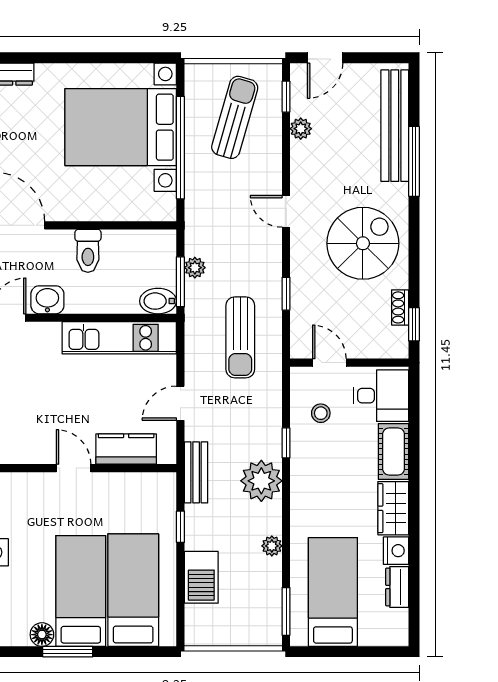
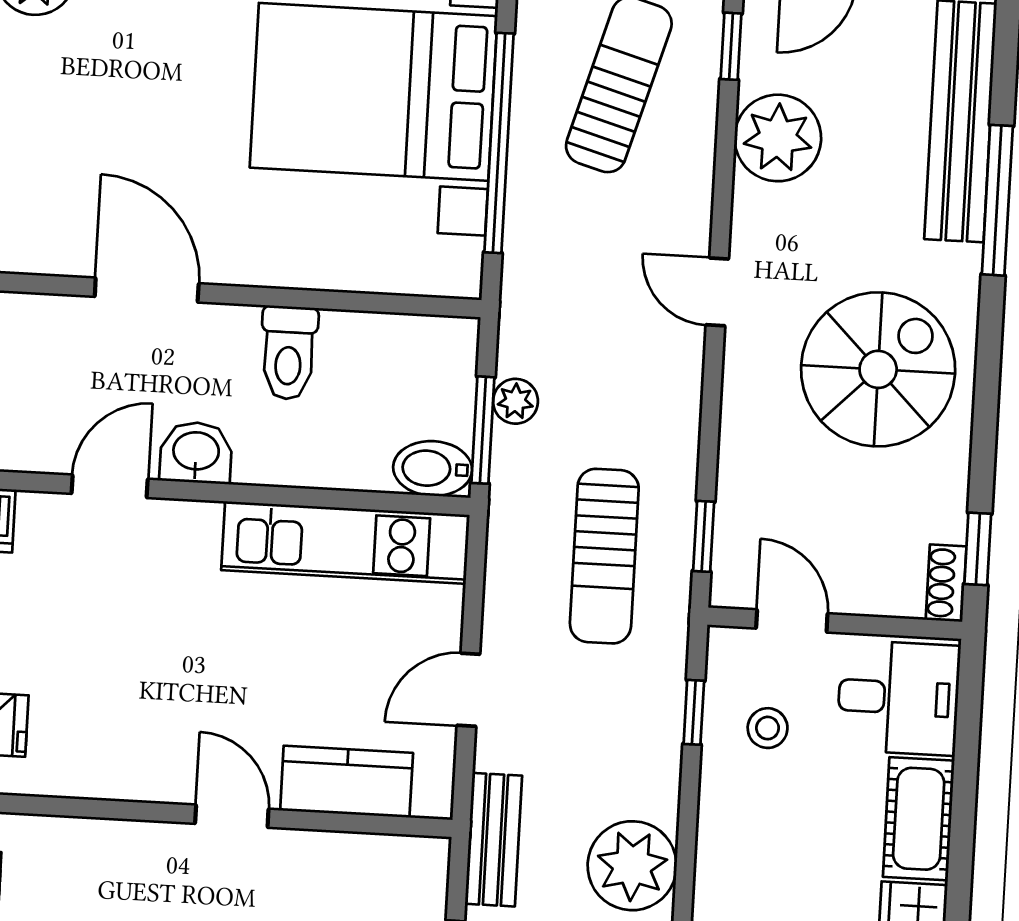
plant: (301, 129) -> (778, 138), width x1.88, depth x1.88
window: (286, 294) -> (704, 536), moved
shoe rack: (400, 307) -> (946, 583), moved
window: (286, 443) -> (694, 712), moved

